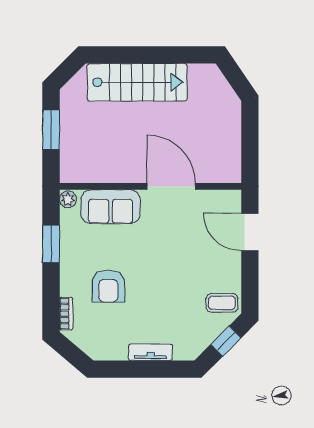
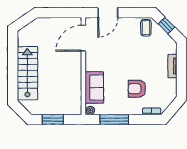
door: (171, 186) -> (83, 38), moved
window: (51, 244) -> (114, 119), width x1.44
armchair: (108, 286) -> (137, 89), turned 180

